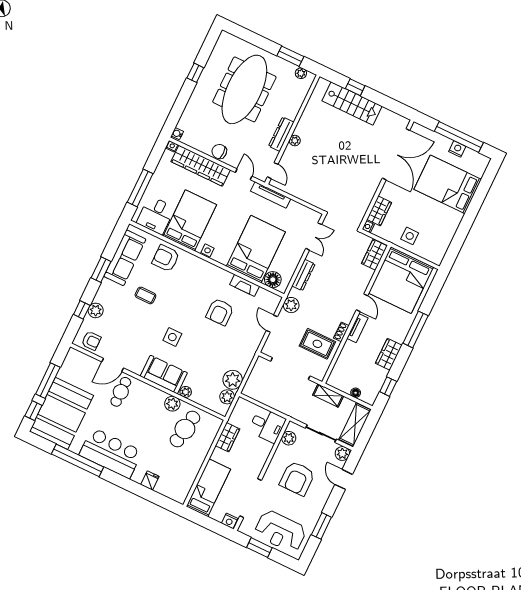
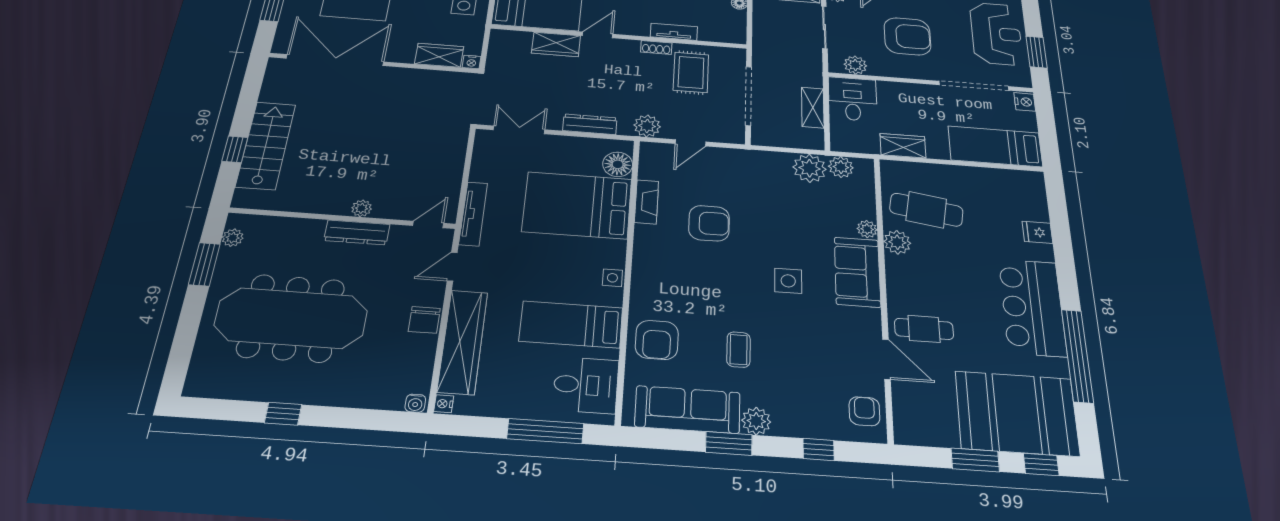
bed: (190, 220) -> (571, 324), width x0.67
wardrobe: (374, 255) -> (556, 44), moved
plant: (96, 310) -> (756, 421), moved
tv unit: (357, 328) -> (674, 32), moved
window: (48, 381) -> (975, 460), width x0.69
shelving: (328, 396) -> (813, 108), moved

